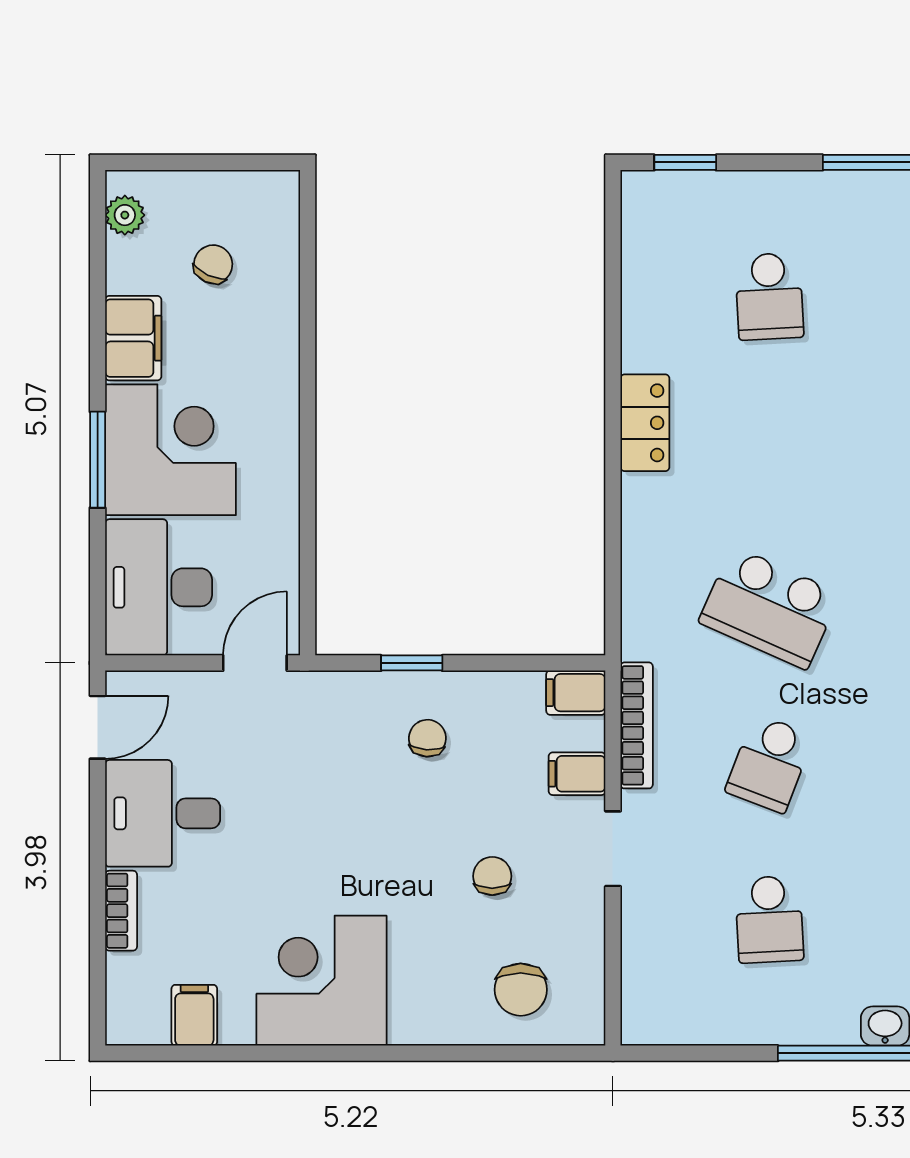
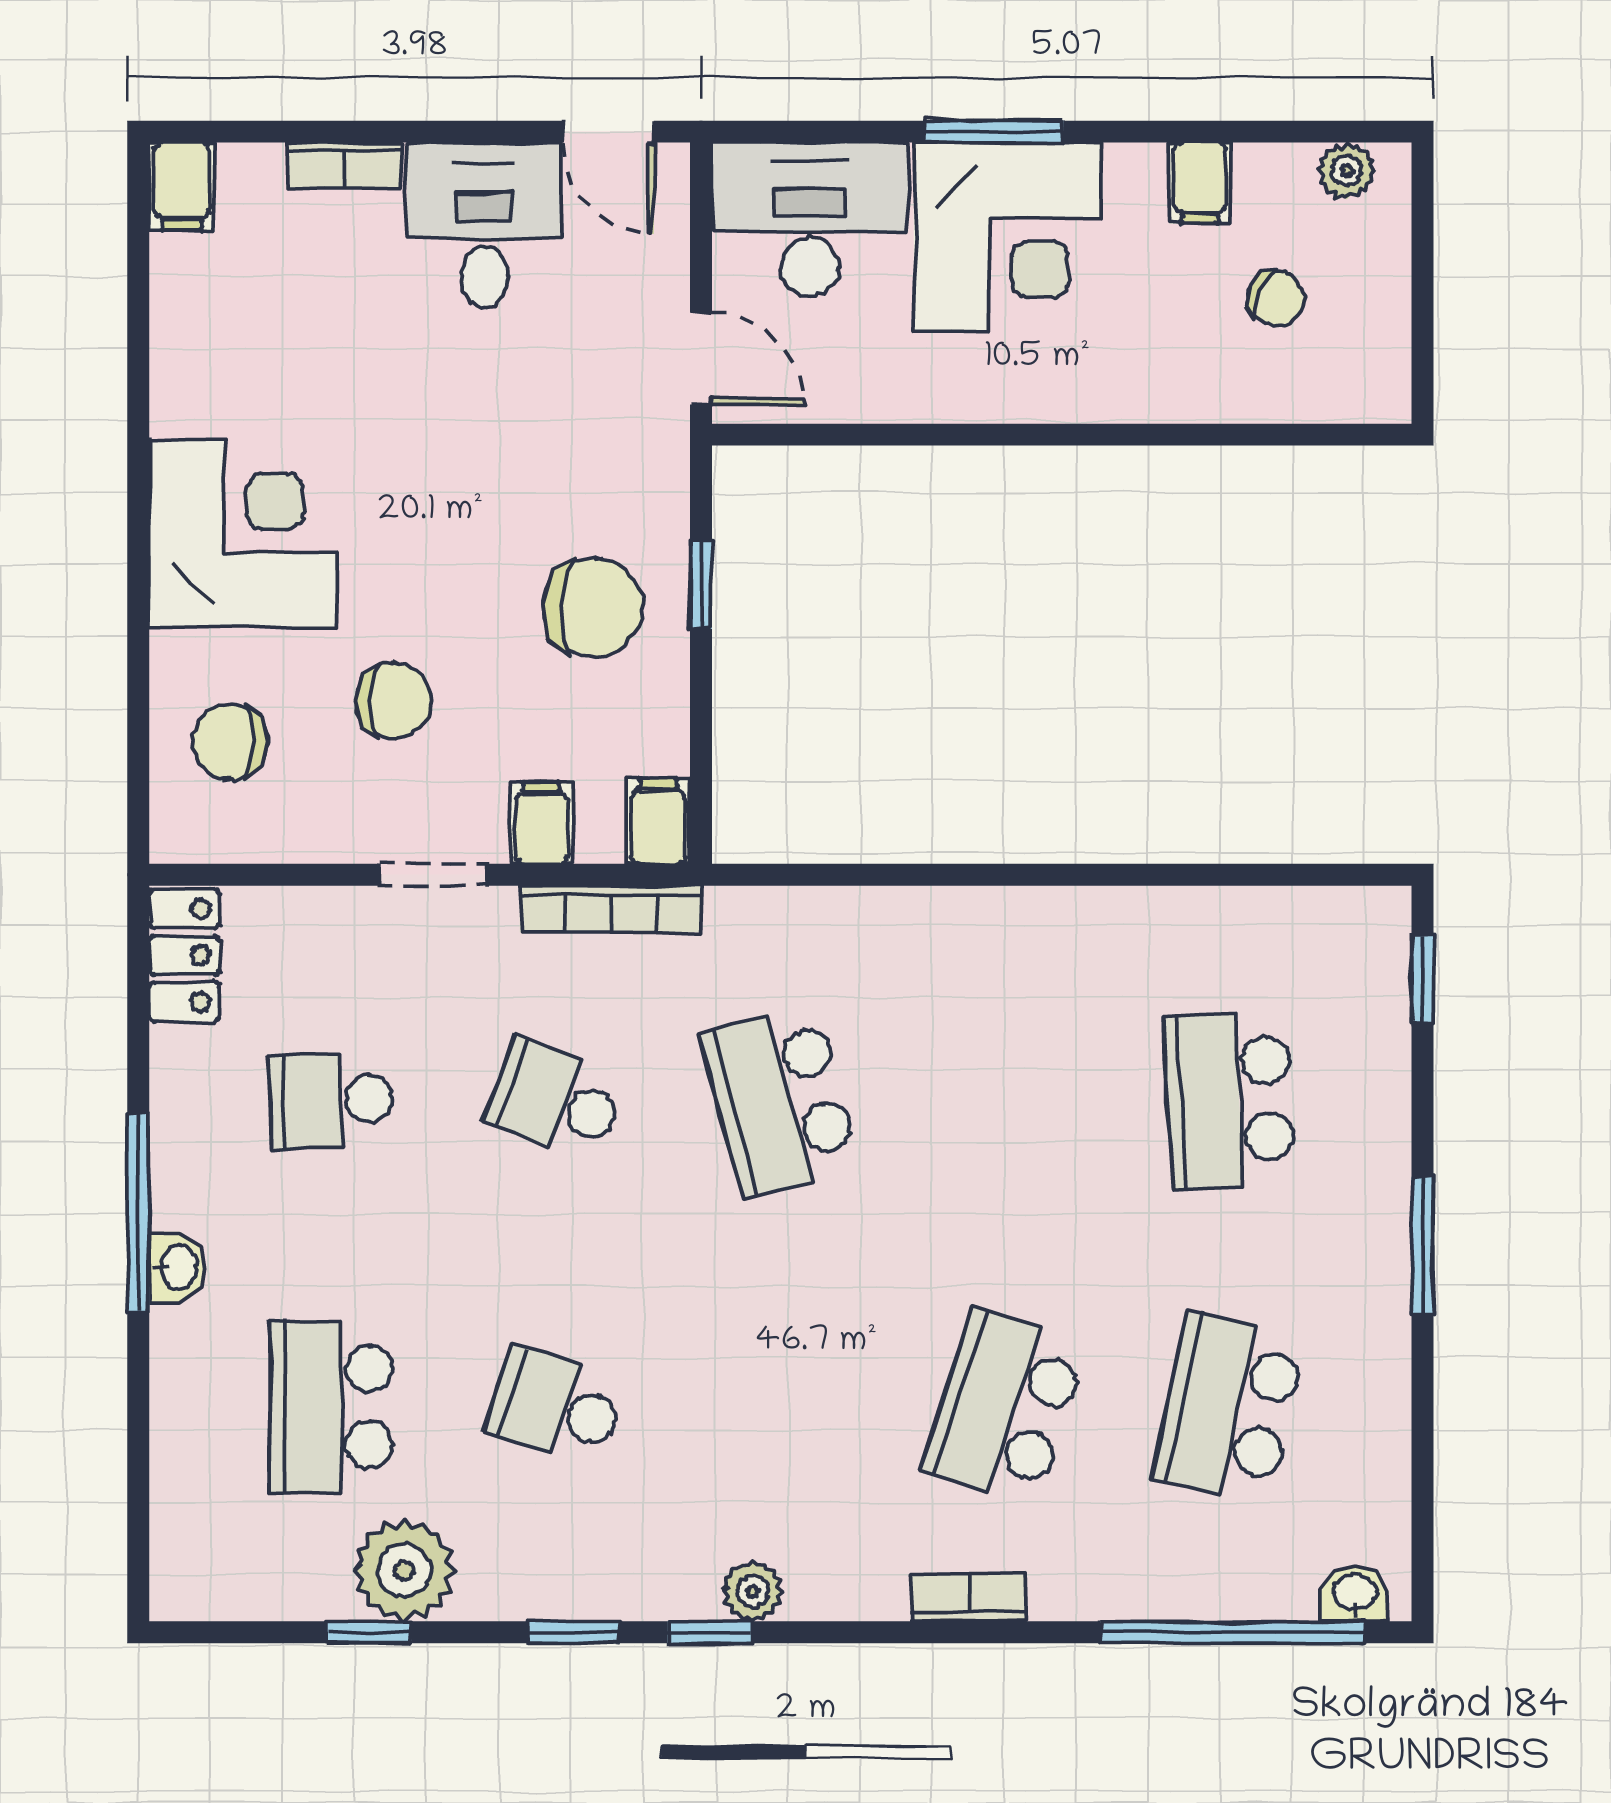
school desk: (769, 296) -> (1229, 1100), width x1.85
filing cabinet: (133, 338) -> (1200, 183), width x0.50
locker: (645, 423) -> (184, 955), moved, turned -90
school desk: (769, 608) -> (780, 1100), turned -39
chair: (427, 738) -> (592, 607), width x1.87, depth x1.87
chair: (492, 876) -> (394, 701), width x1.37, depth x1.37
corner desk: (321, 981) -> (243, 533), moved
filing cabinet: (194, 1015) -> (182, 186), moved, turned 90

